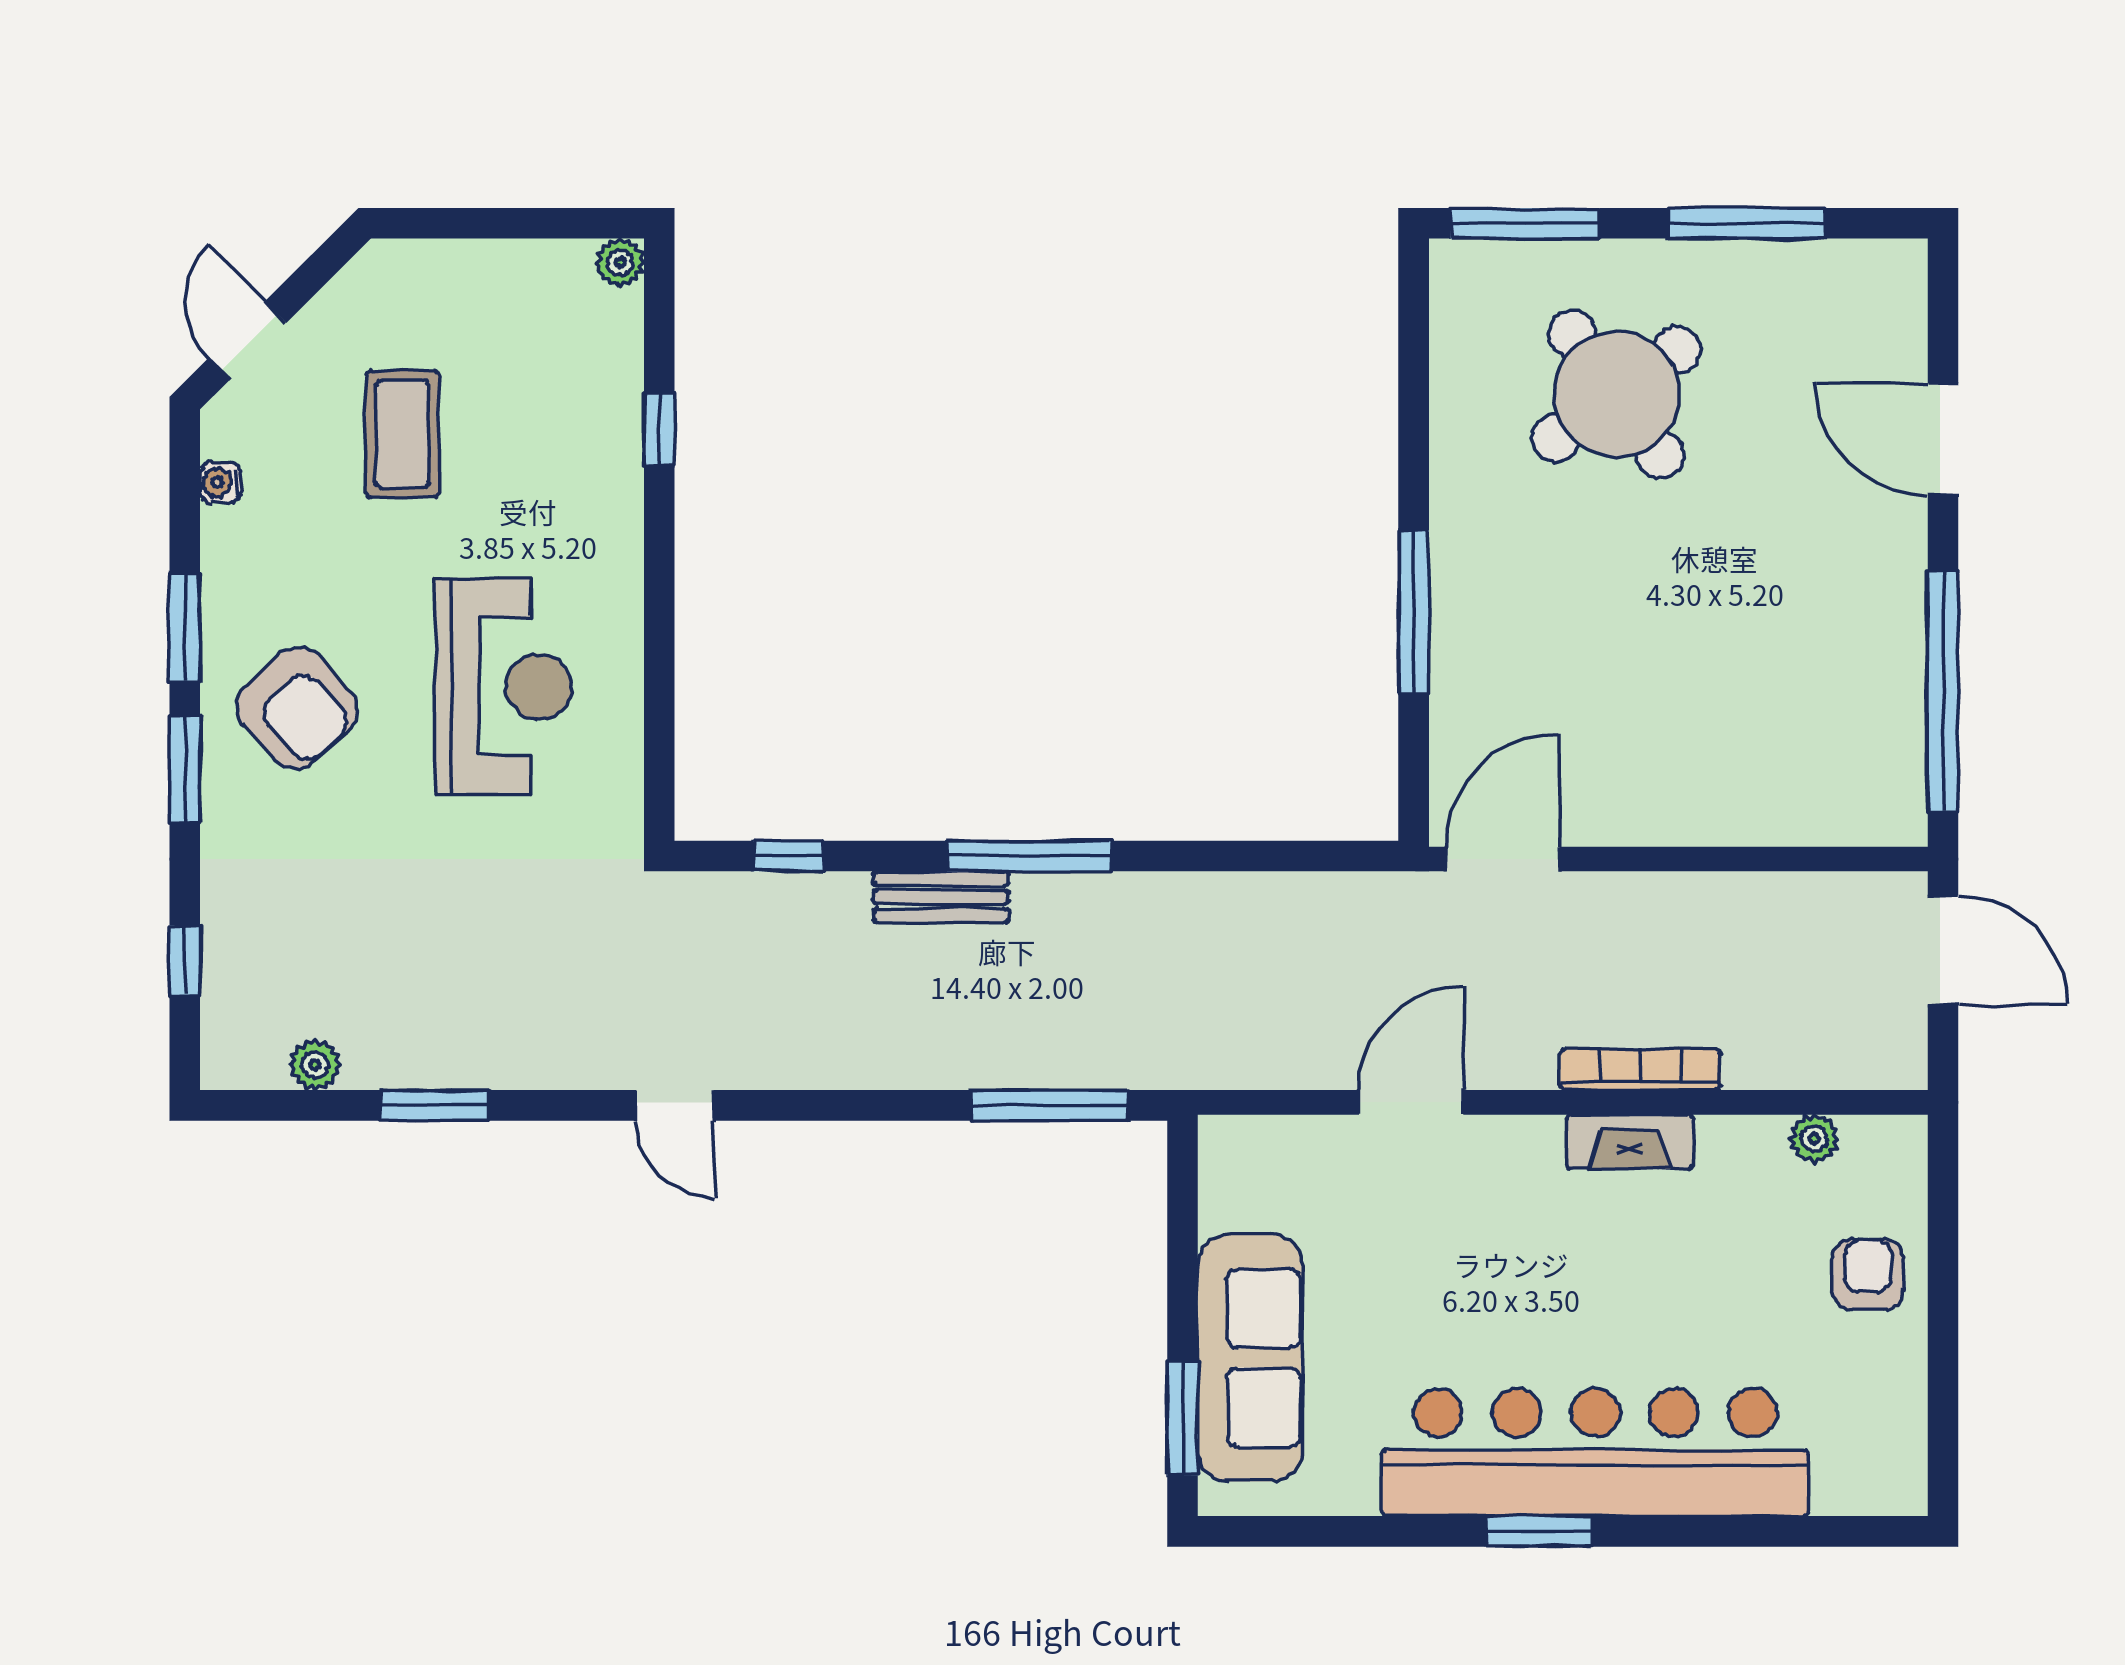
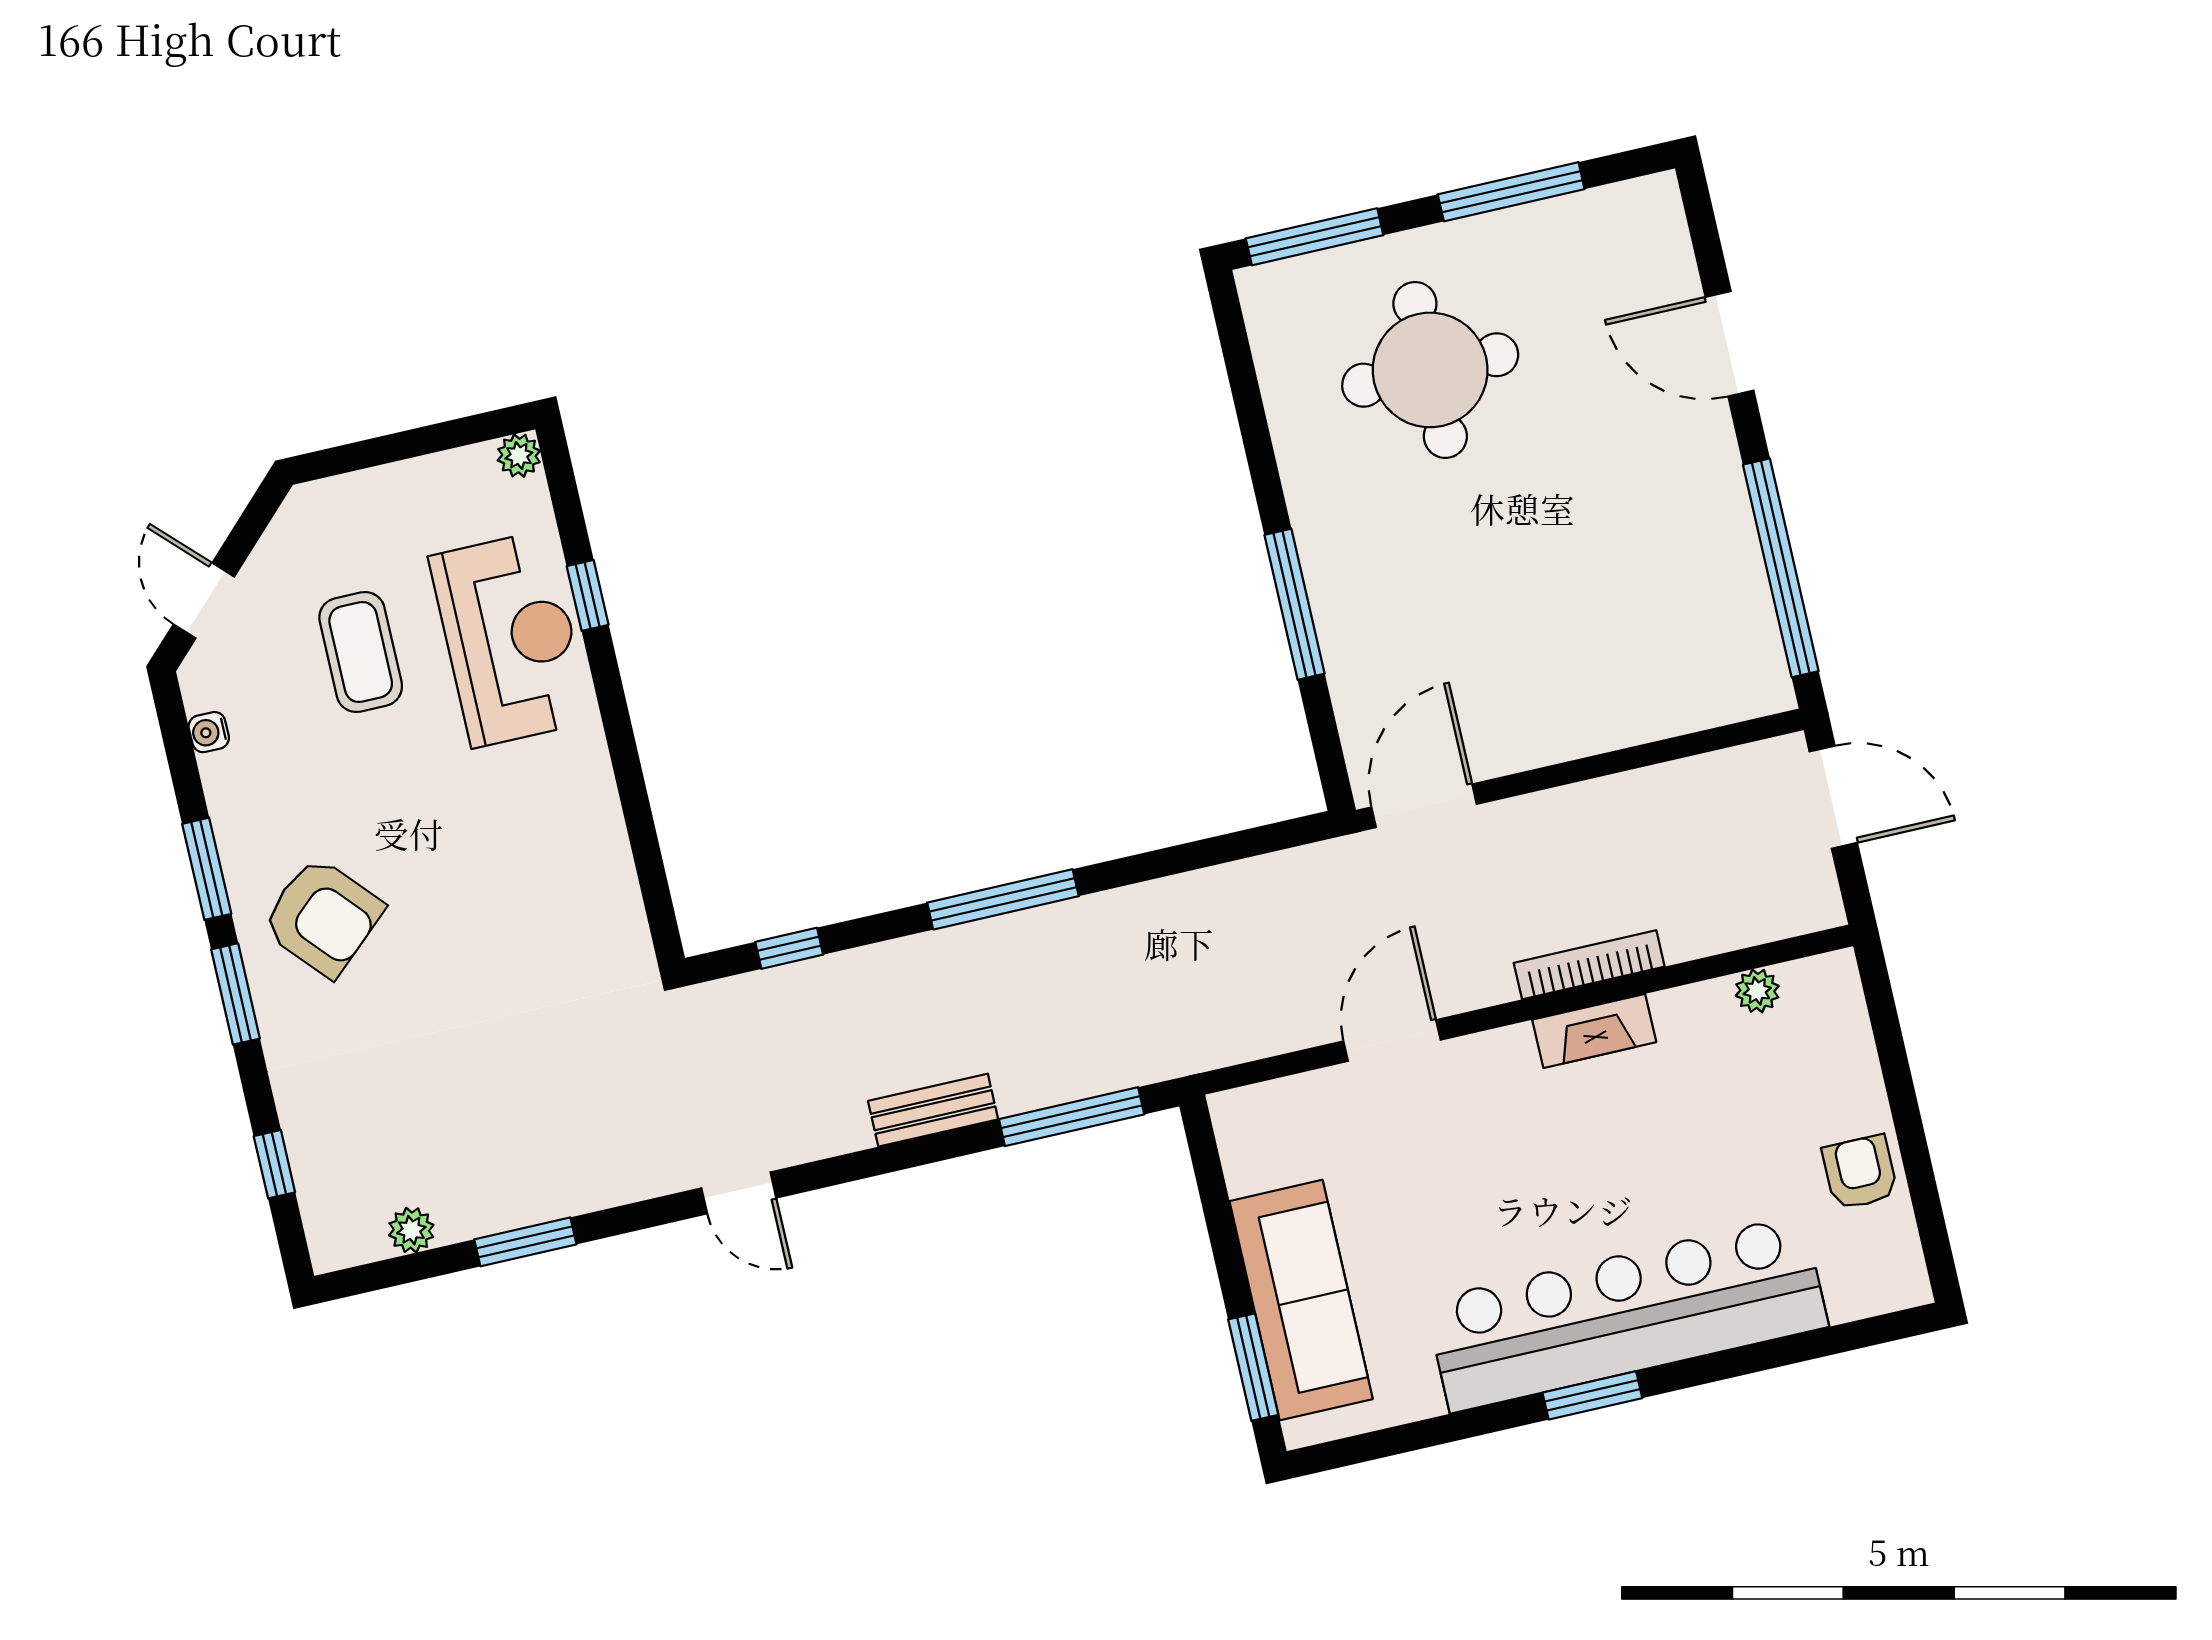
round table: (1616, 394) -> (1430, 370), turned 36
reception desk: (503, 686) -> (510, 639), moved
bench: (941, 897) -> (933, 1110), moved
armchair: (1868, 1275) -> (1860, 1172), moved

